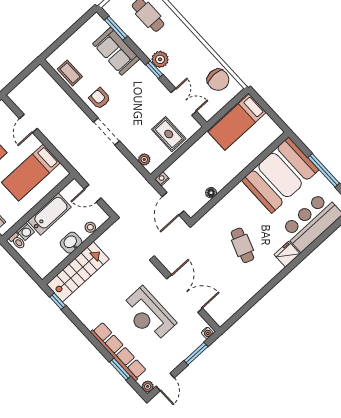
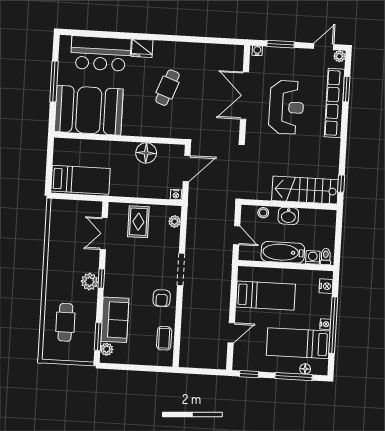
plant: (101, 26) -> (107, 349), added
chair: (218, 80) -> (63, 224), removed
floor lamp: (211, 193) -> (146, 153), width x1.89, depth x1.89

